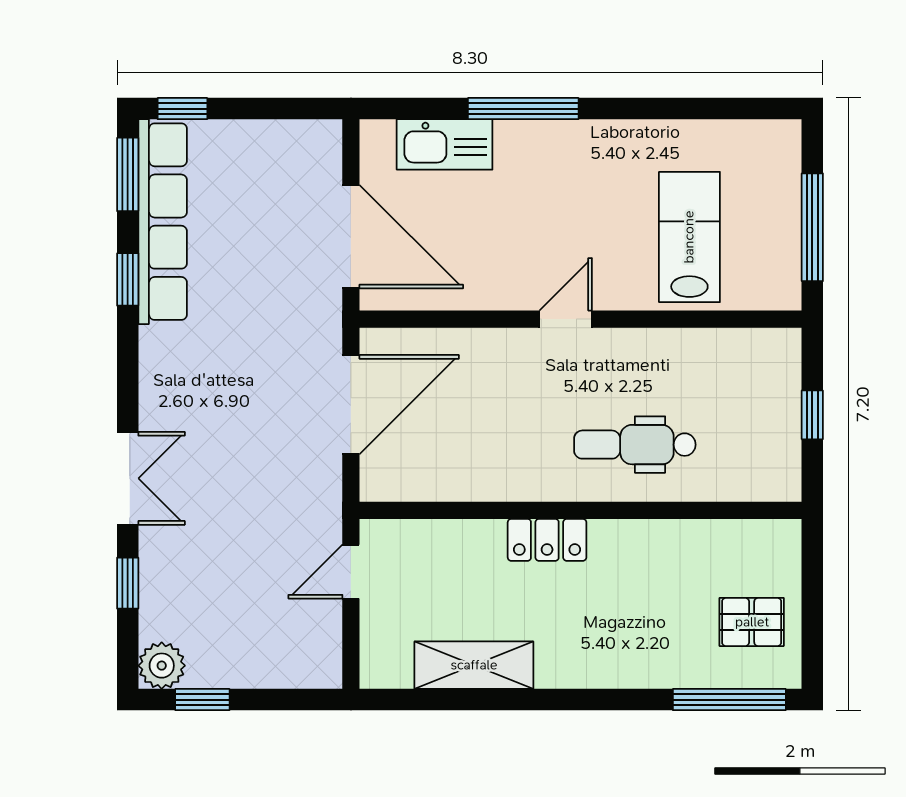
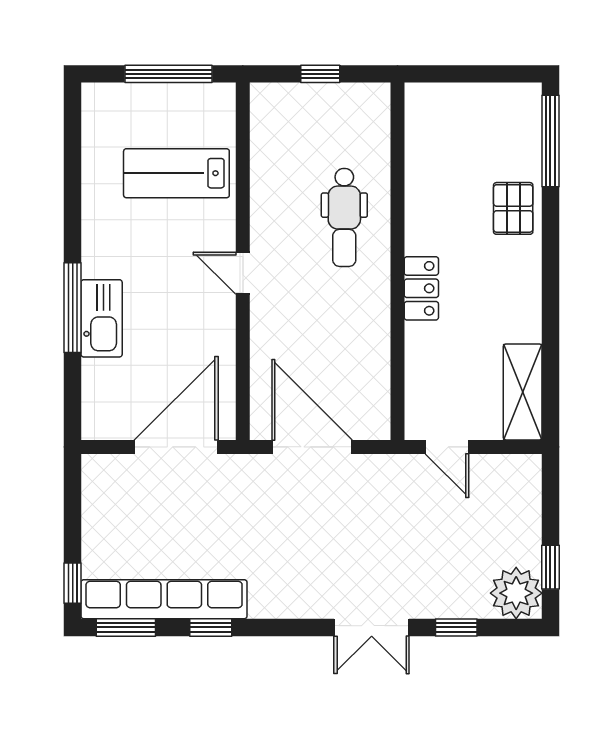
kitchen sink: (445, 144) -> (102, 318), moved
double door: (128, 478) -> (372, 627), swing flipped
pallet: (752, 622) -> (513, 208), moved
shelving: (474, 665) -> (523, 392), moved
plant: (162, 666) -> (516, 593), width x1.36, depth x1.36

